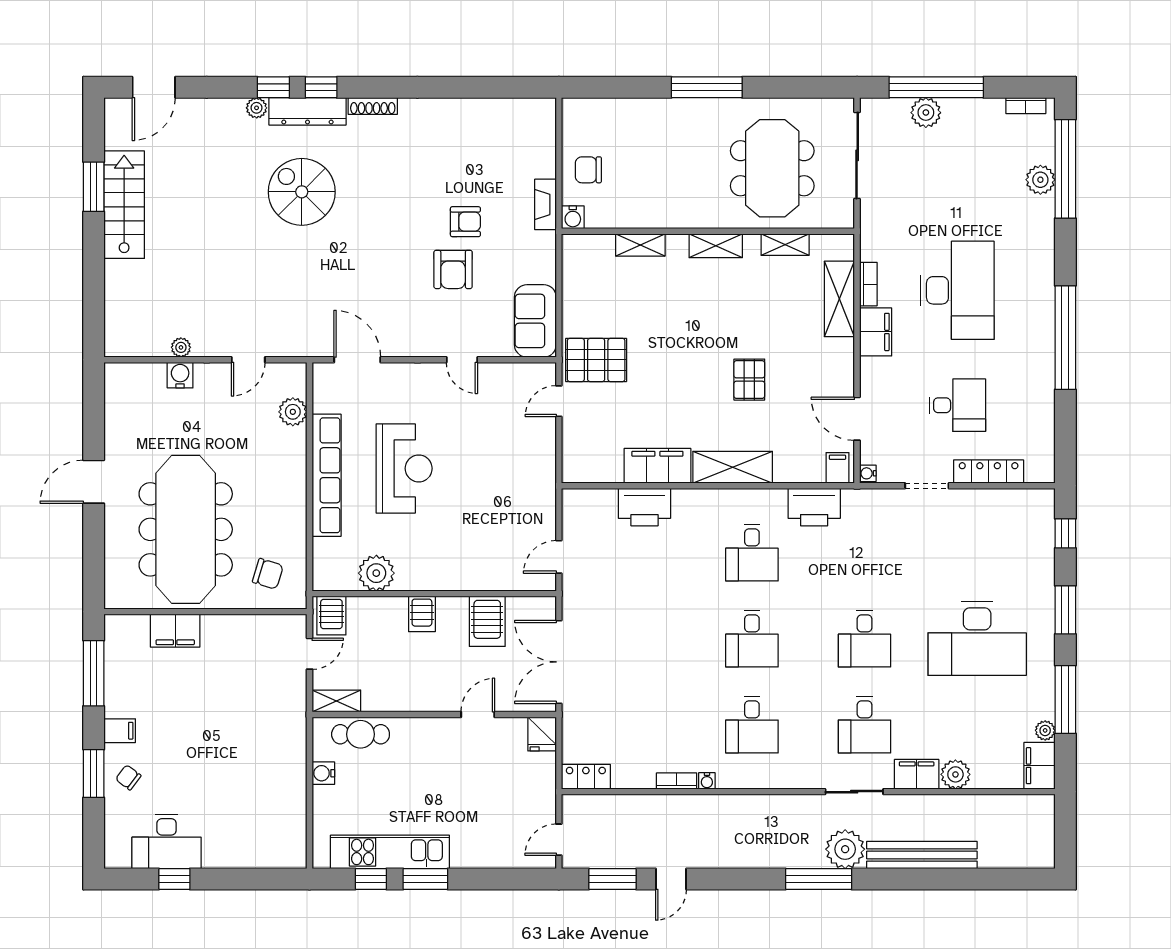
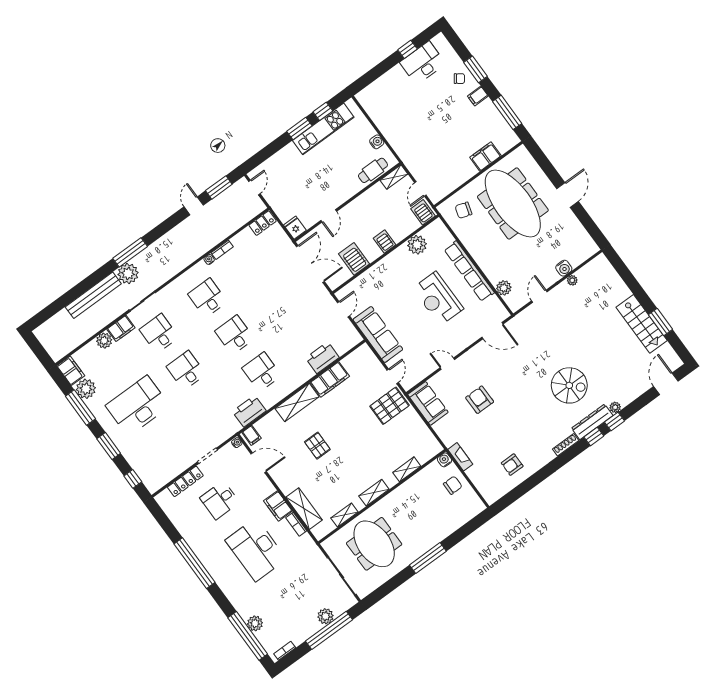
armchair: (465, 222) -> (512, 465), moved
sofa: (535, 481) -> (378, 334), added
plant: (1045, 730) -> (86, 389), width x1.88, depth x1.88

